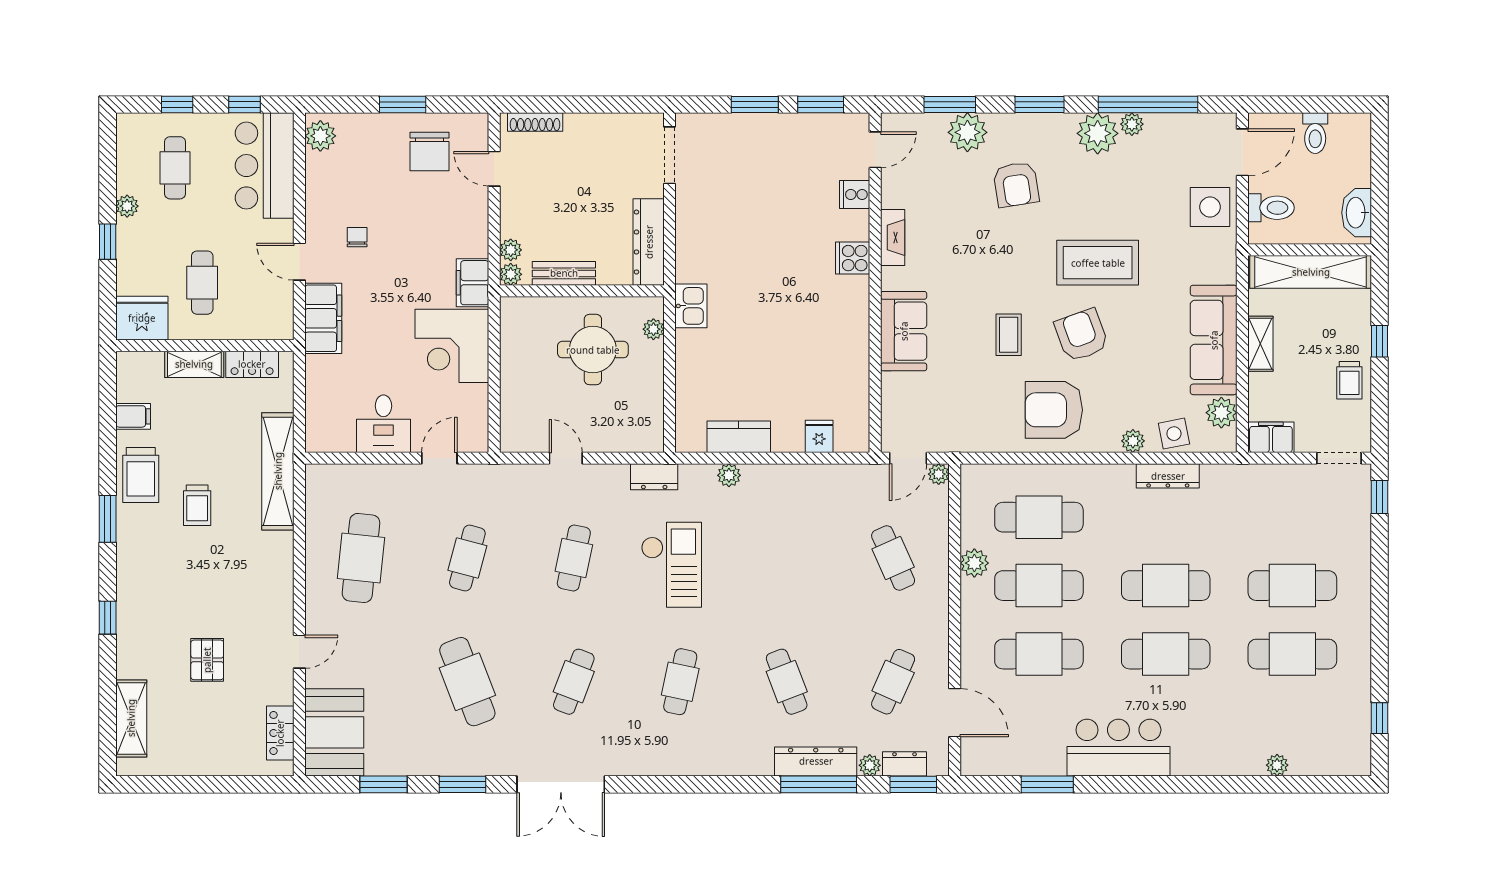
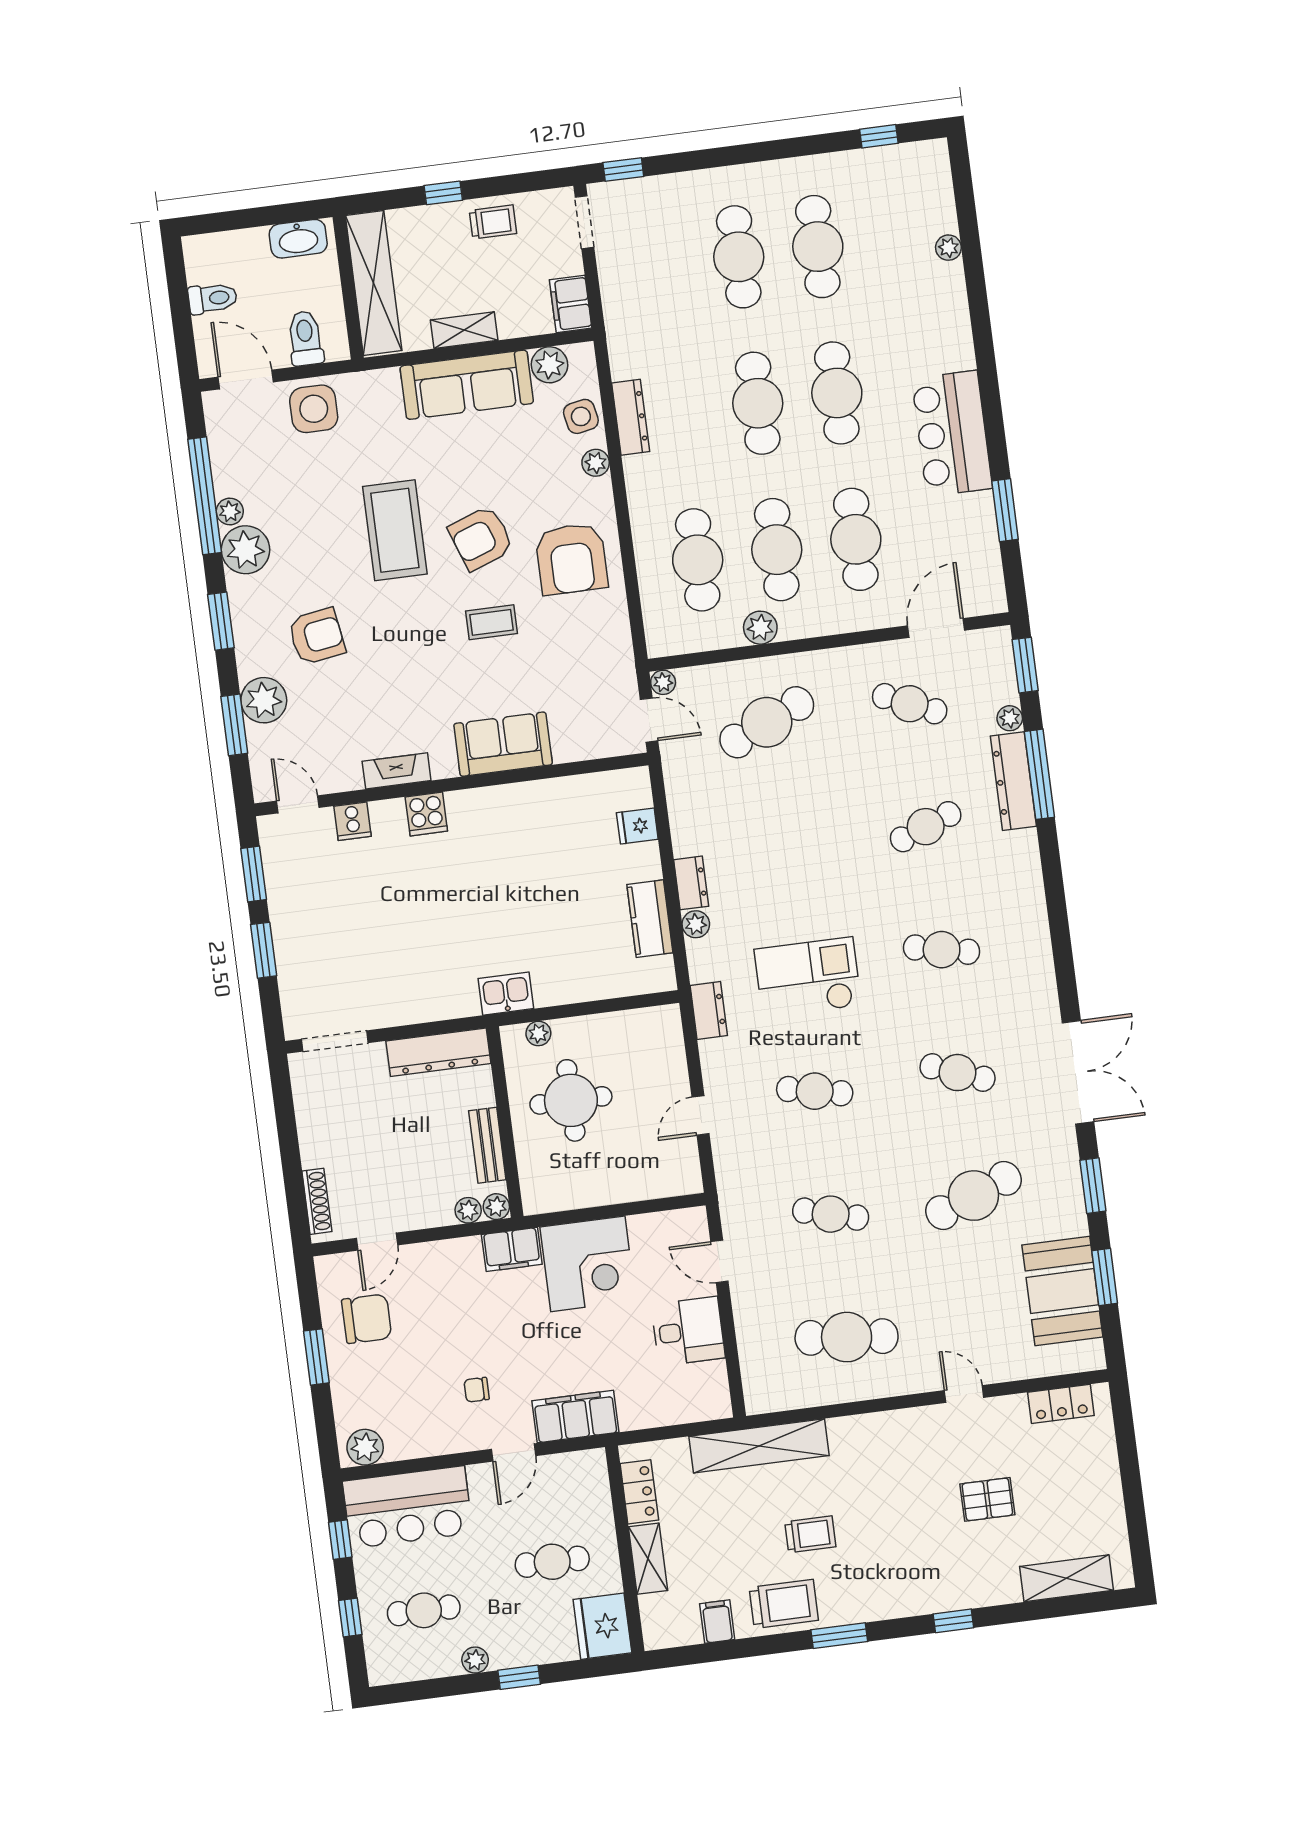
cafe table: (893, 558) -> (767, 722), width x1.37, depth x1.35
booth: (334, 732) -> (1062, 1291), moved, turned 90
dresser: (905, 764) -> (691, 883), moved, turned 180

